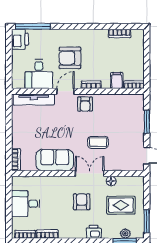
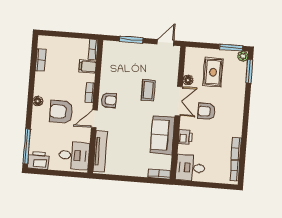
floor lamp: (79, 34) -> (38, 101), added
armchair: (70, 58) -> (61, 112), turned 90
desk: (39, 74) -> (74, 155), moved
door: (66, 91) -> (94, 119), hinge flipped
double door: (90, 174) -> (179, 101), swing flipped
desk: (26, 204) -> (190, 168), moved, turned 90
printer: (94, 232) -> (185, 137), moved, turned 180
plant: (125, 233) -> (243, 56), moved

